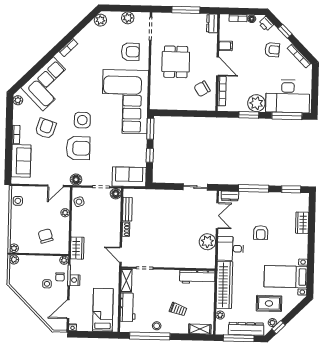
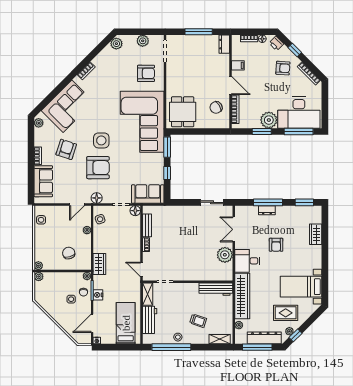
dining table: (176, 62) -> (183, 112), moved
dresser: (230, 196) -> (267, 210), moved
double door: (217, 216) -> (234, 229), swing flipped

